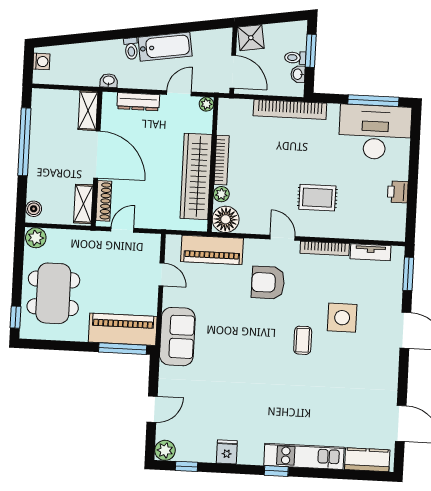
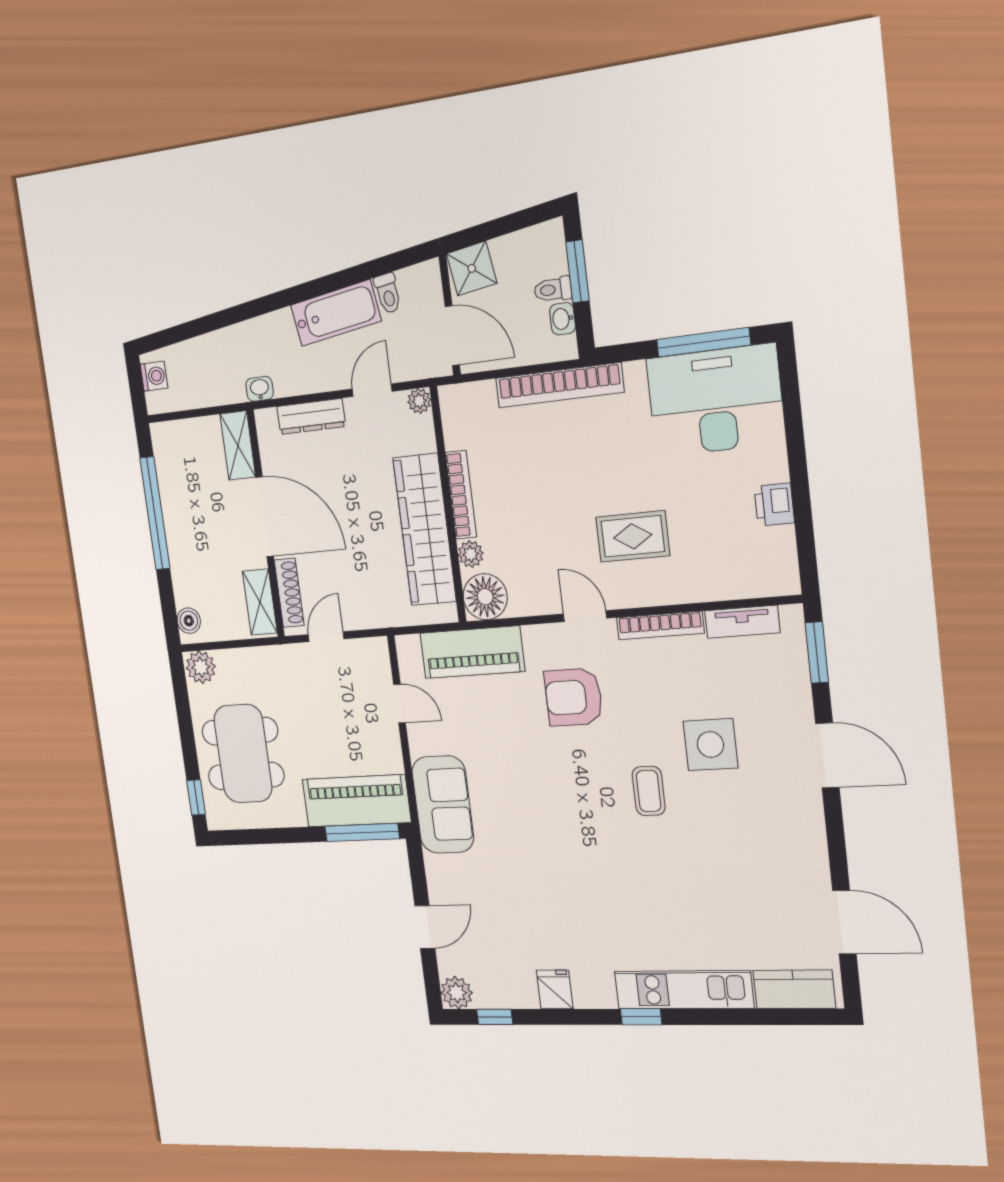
toilet: (131, 49) -> (388, 293), moved

